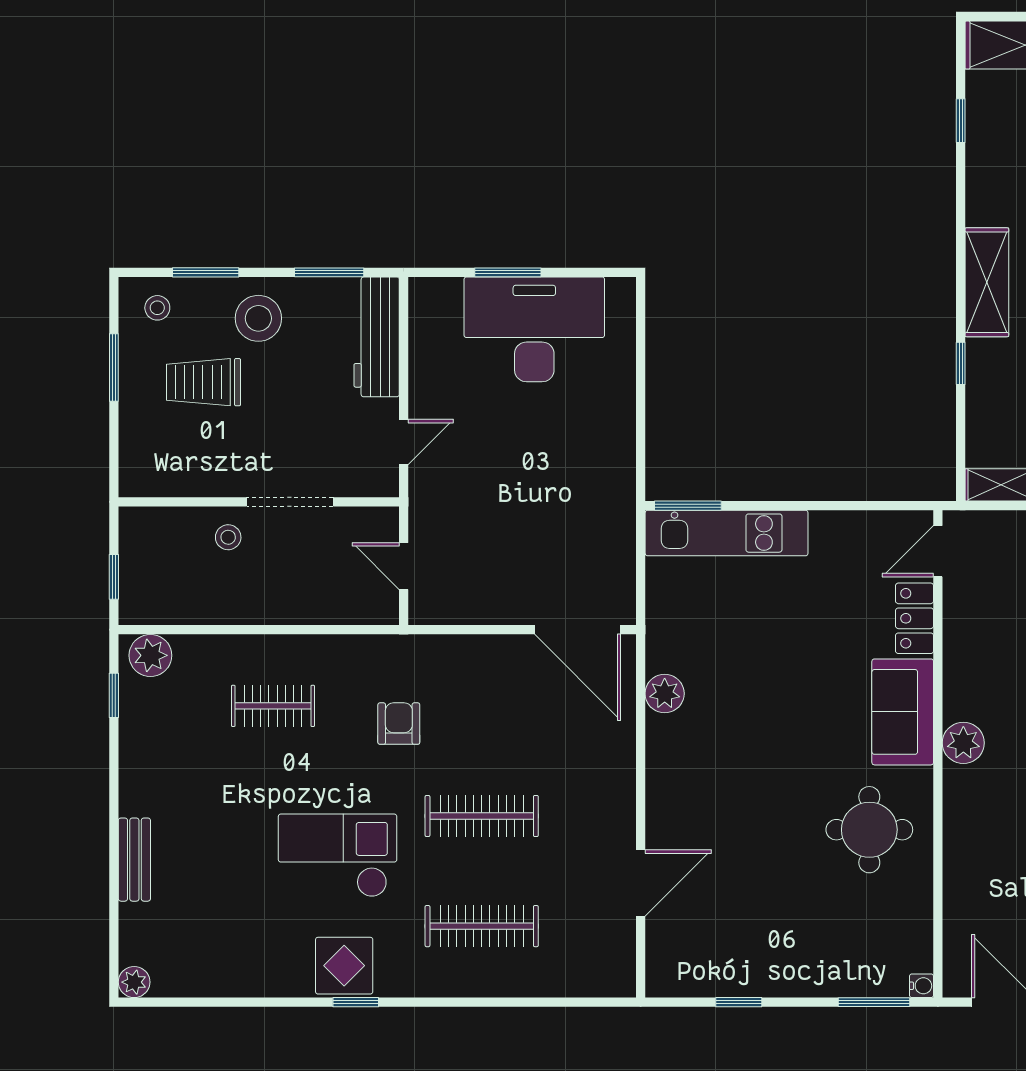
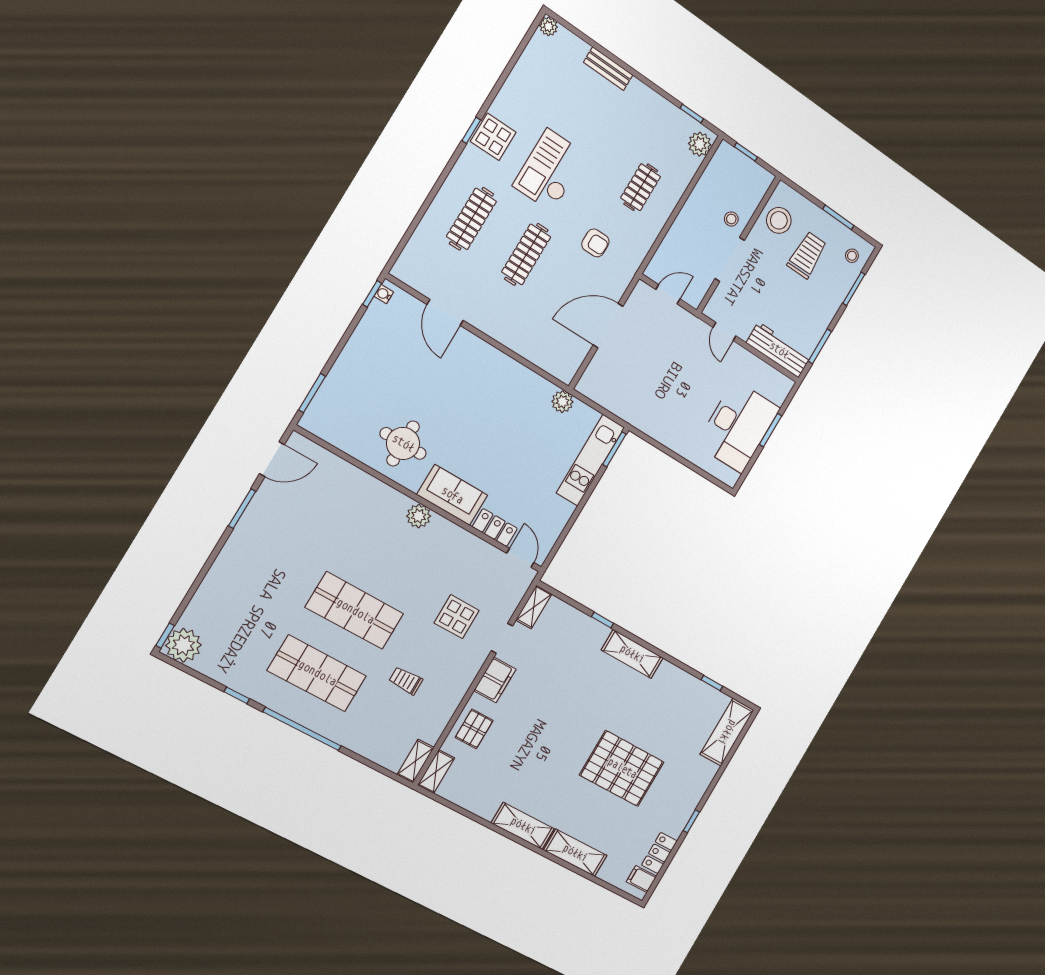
stool: (258, 318) -> (779, 220), moved
door: (578, 630) -> (608, 326), moved
plant: (665, 694) -> (562, 402), moved
checkout: (338, 856) -> (550, 170), turned 180
water cooler: (921, 986) -> (384, 294), moved, turned 90
window: (739, 1002) -> (372, 294), moved

